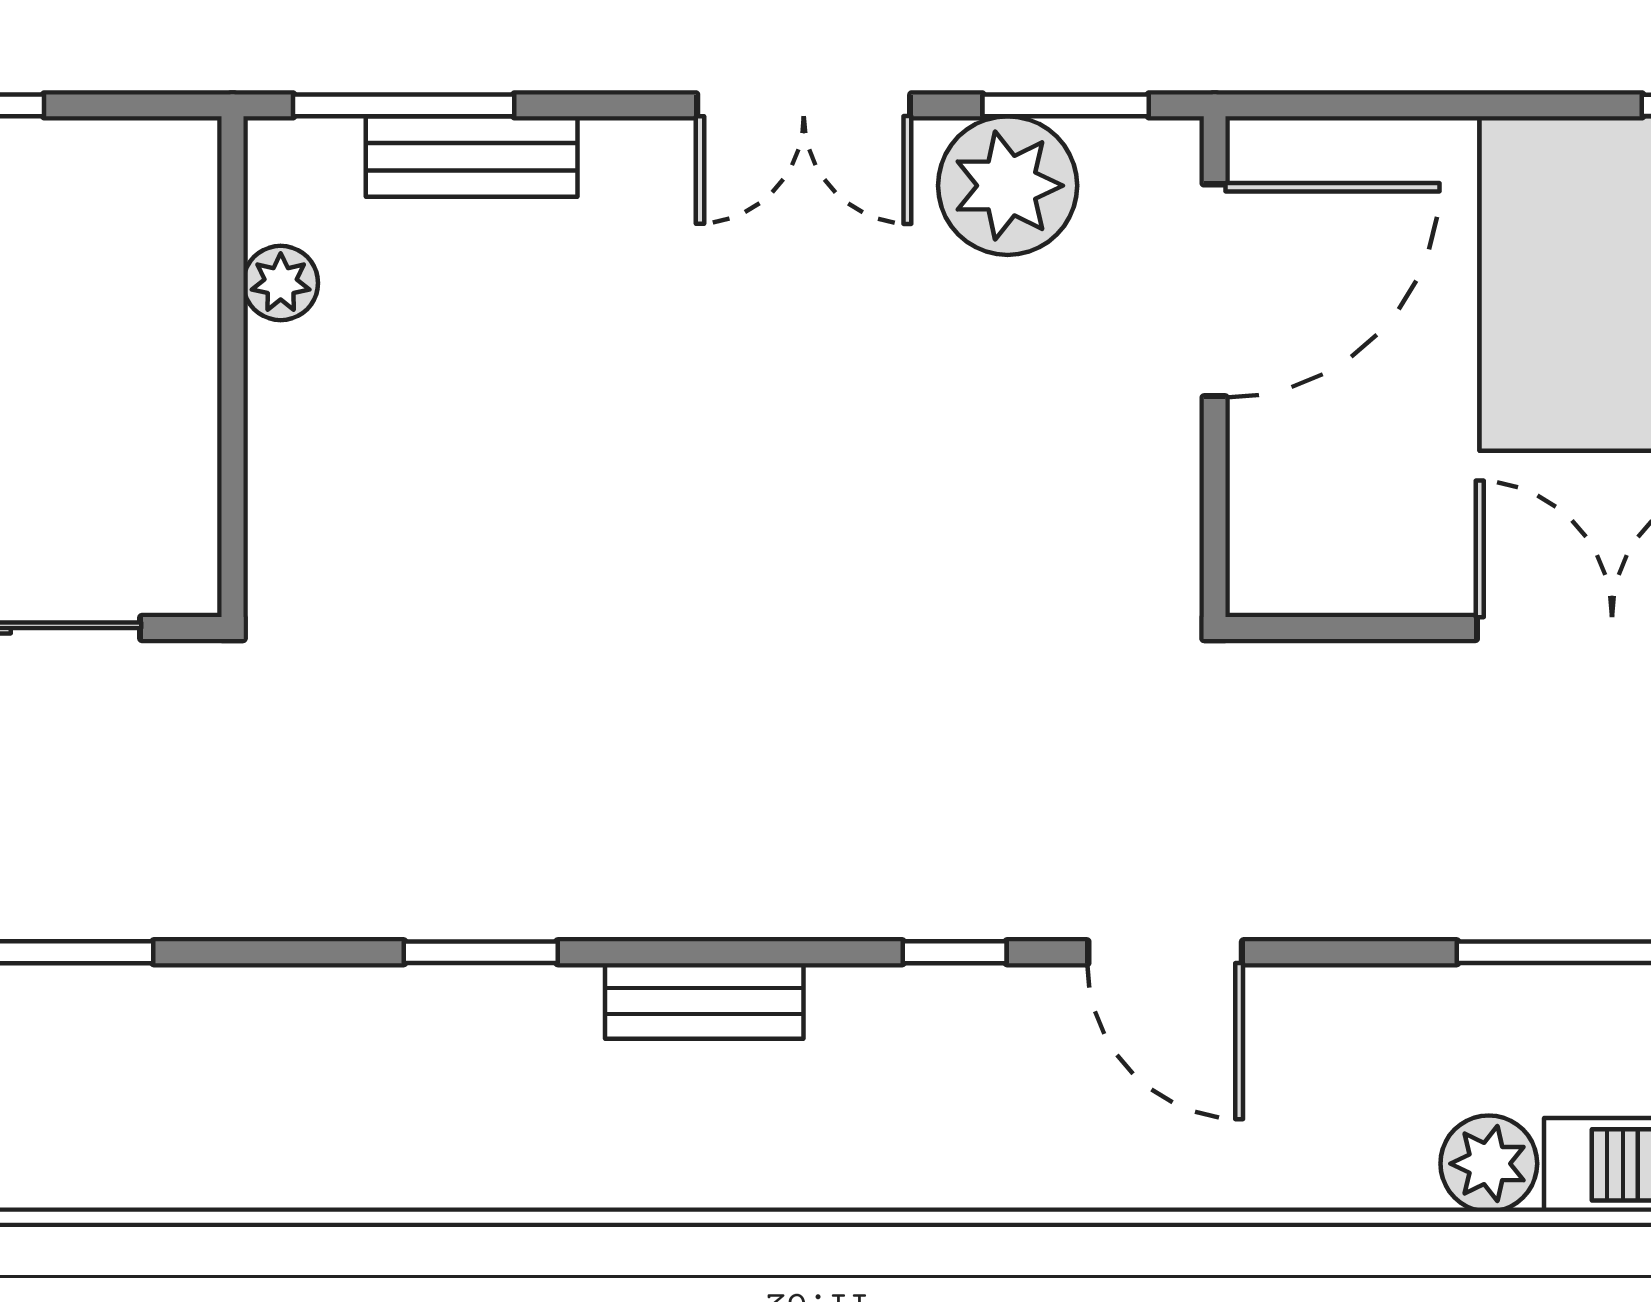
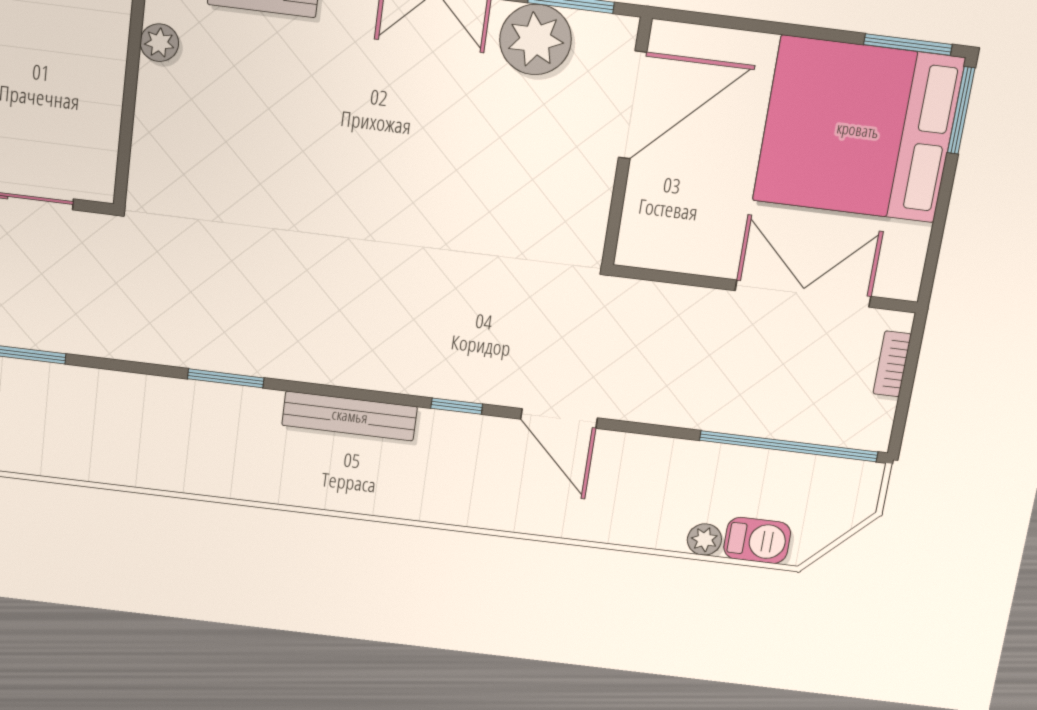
bench: (704, 1001) -> (350, 416), width x1.36
plant: (1489, 1164) -> (704, 540), width x0.73, depth x0.73

